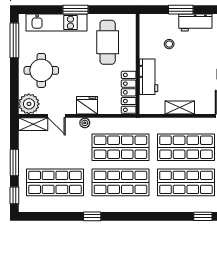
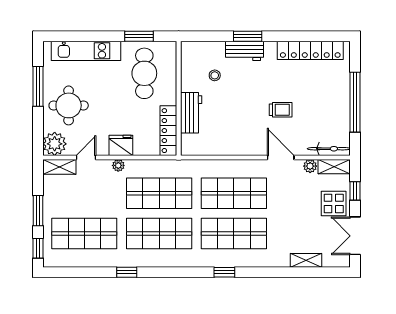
window: (76, 10) -> (139, 36), moved
window: (181, 10) -> (248, 36), moved
window: (14, 40) -> (38, 86), moved
shelving: (180, 108) -> (227, 148), removed
door: (57, 116) -> (86, 157), swing flipped
window: (203, 216) -> (224, 272), moved

